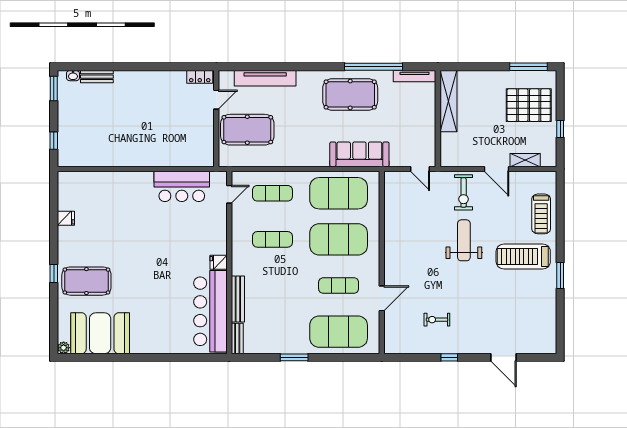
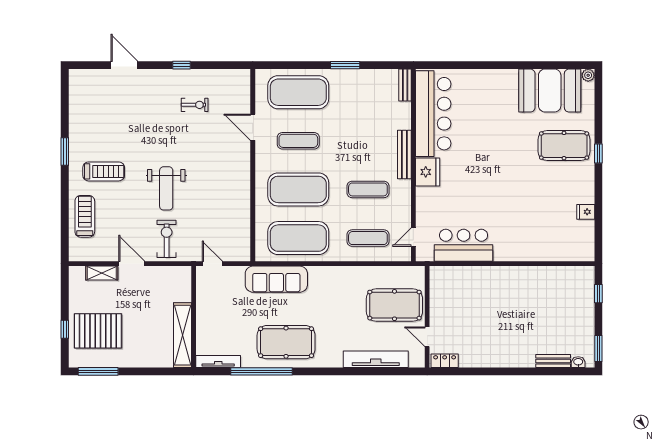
door: (216, 100) -> (427, 337), hinge flipped
window: (560, 129) -> (65, 329), moved
treadmill: (523, 256) -> (104, 171), width x0.73, depth x0.73
fridge: (219, 262) -> (428, 172), width x1.88, depth x1.34
door: (382, 298) -> (253, 127), hinge flipped
bench: (238, 299) -> (404, 155), moved

